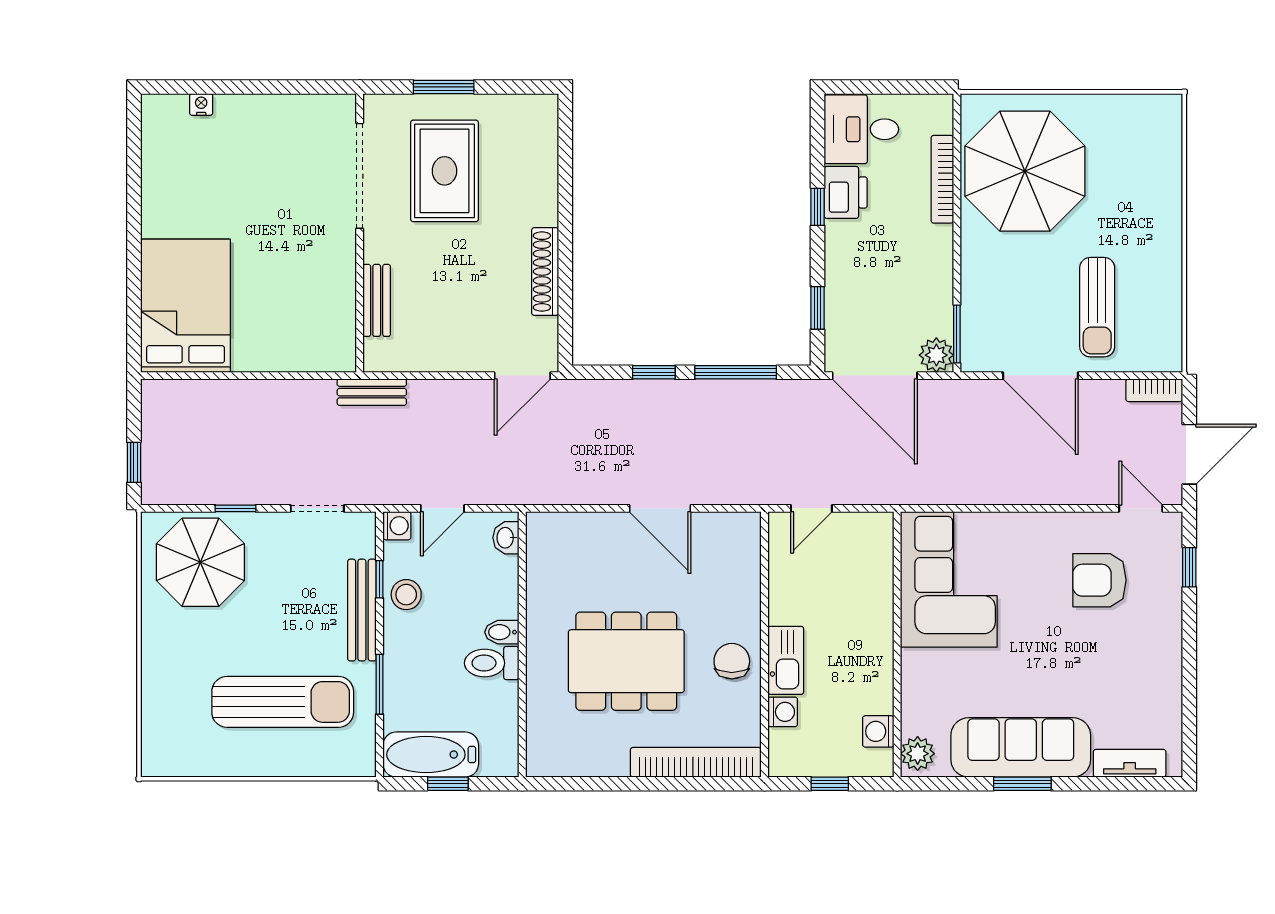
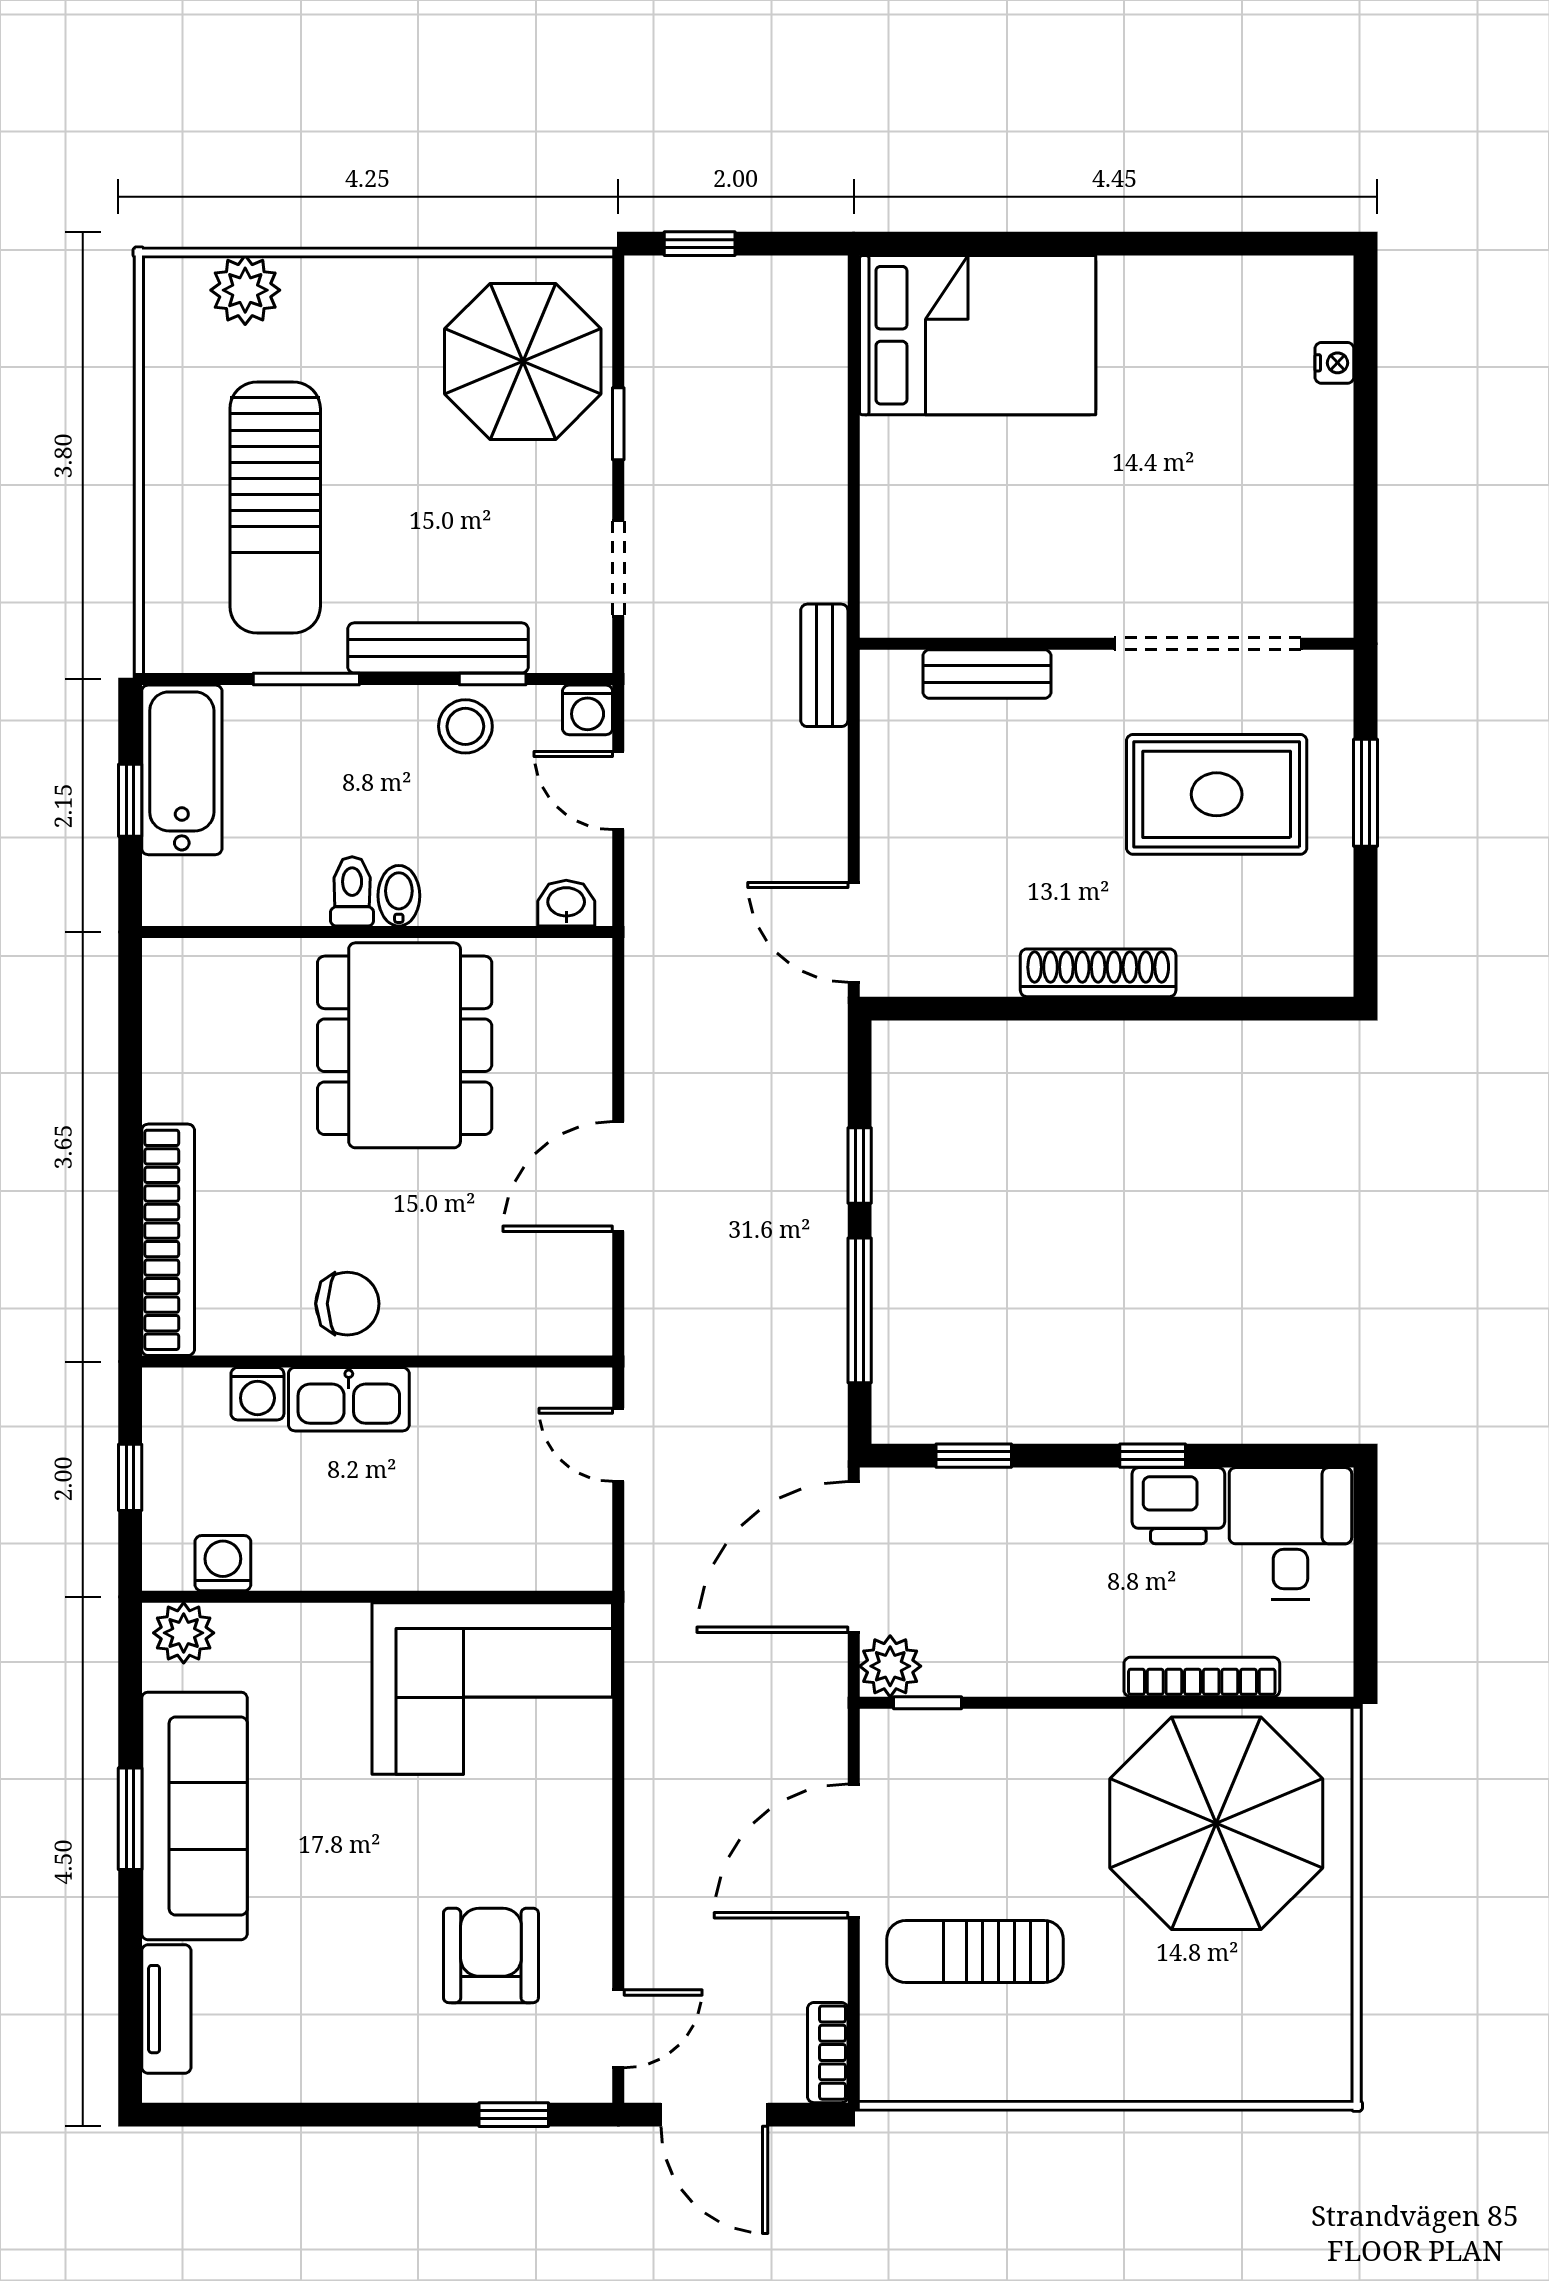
shoe rack: (545, 272) -> (1098, 973), moved
window: (957, 334) -> (927, 1703), width x0.67
dining table: (626, 661) -> (405, 1045), moved
toilet: (492, 663) -> (352, 891), width x0.73, depth x0.72
plant: (160, 719) -> (245, 290), added

